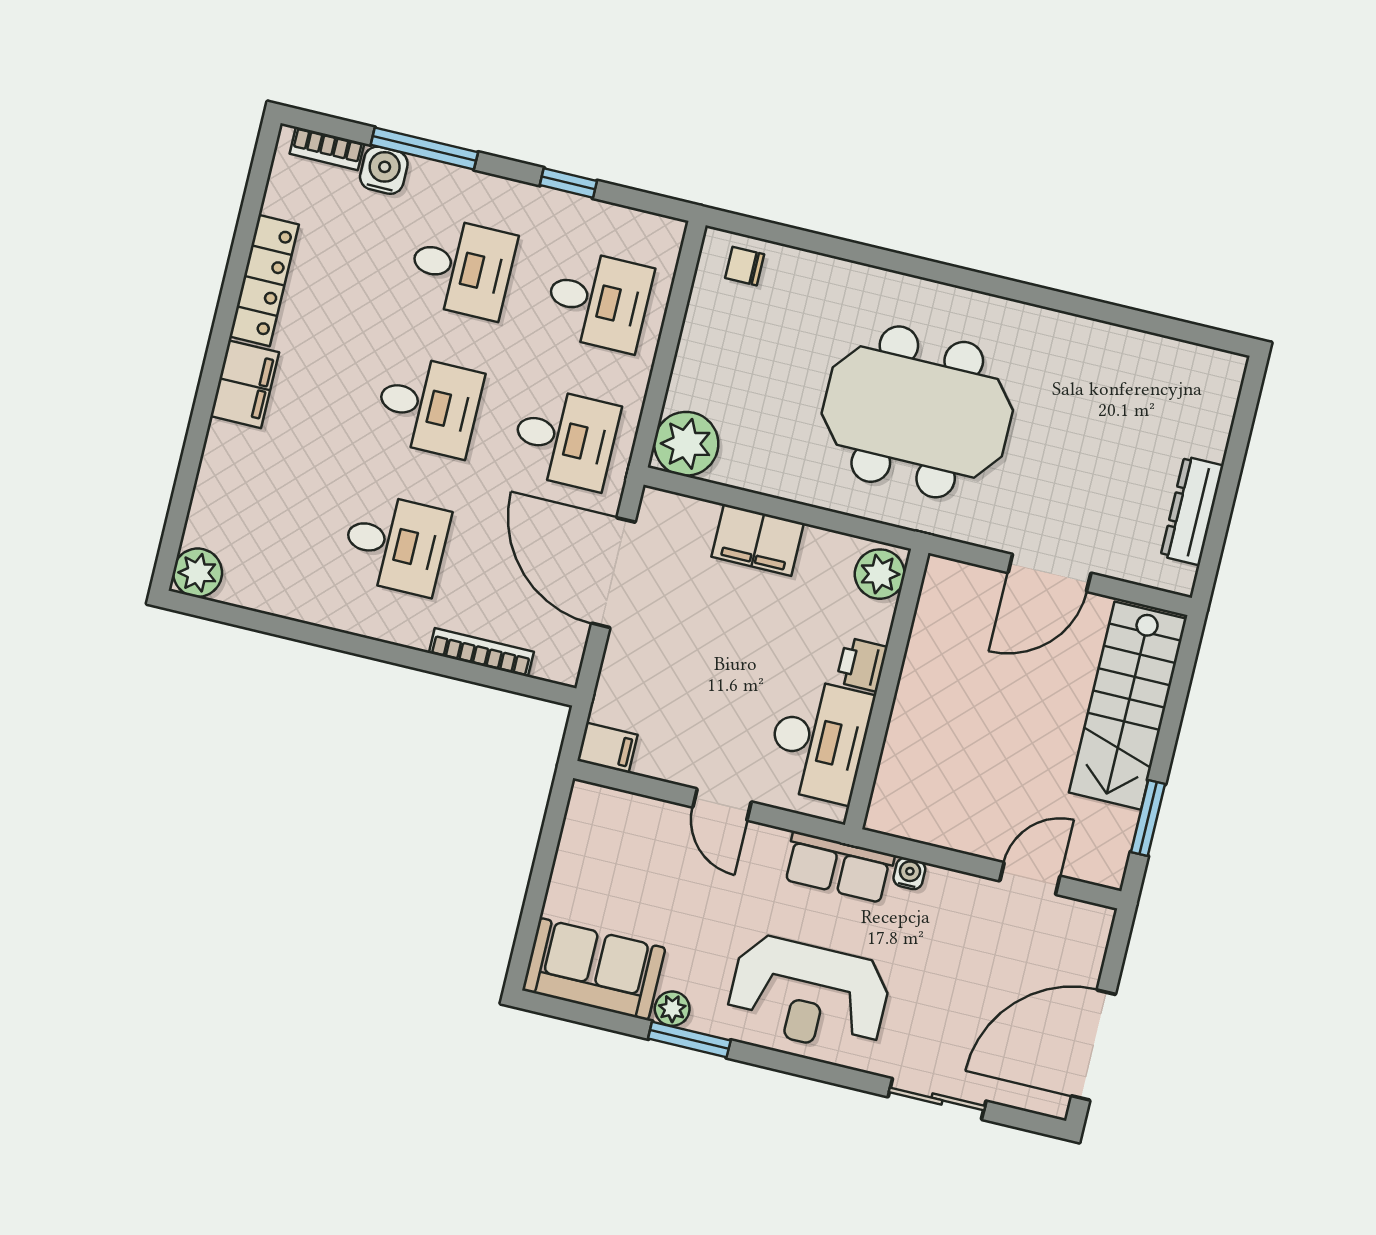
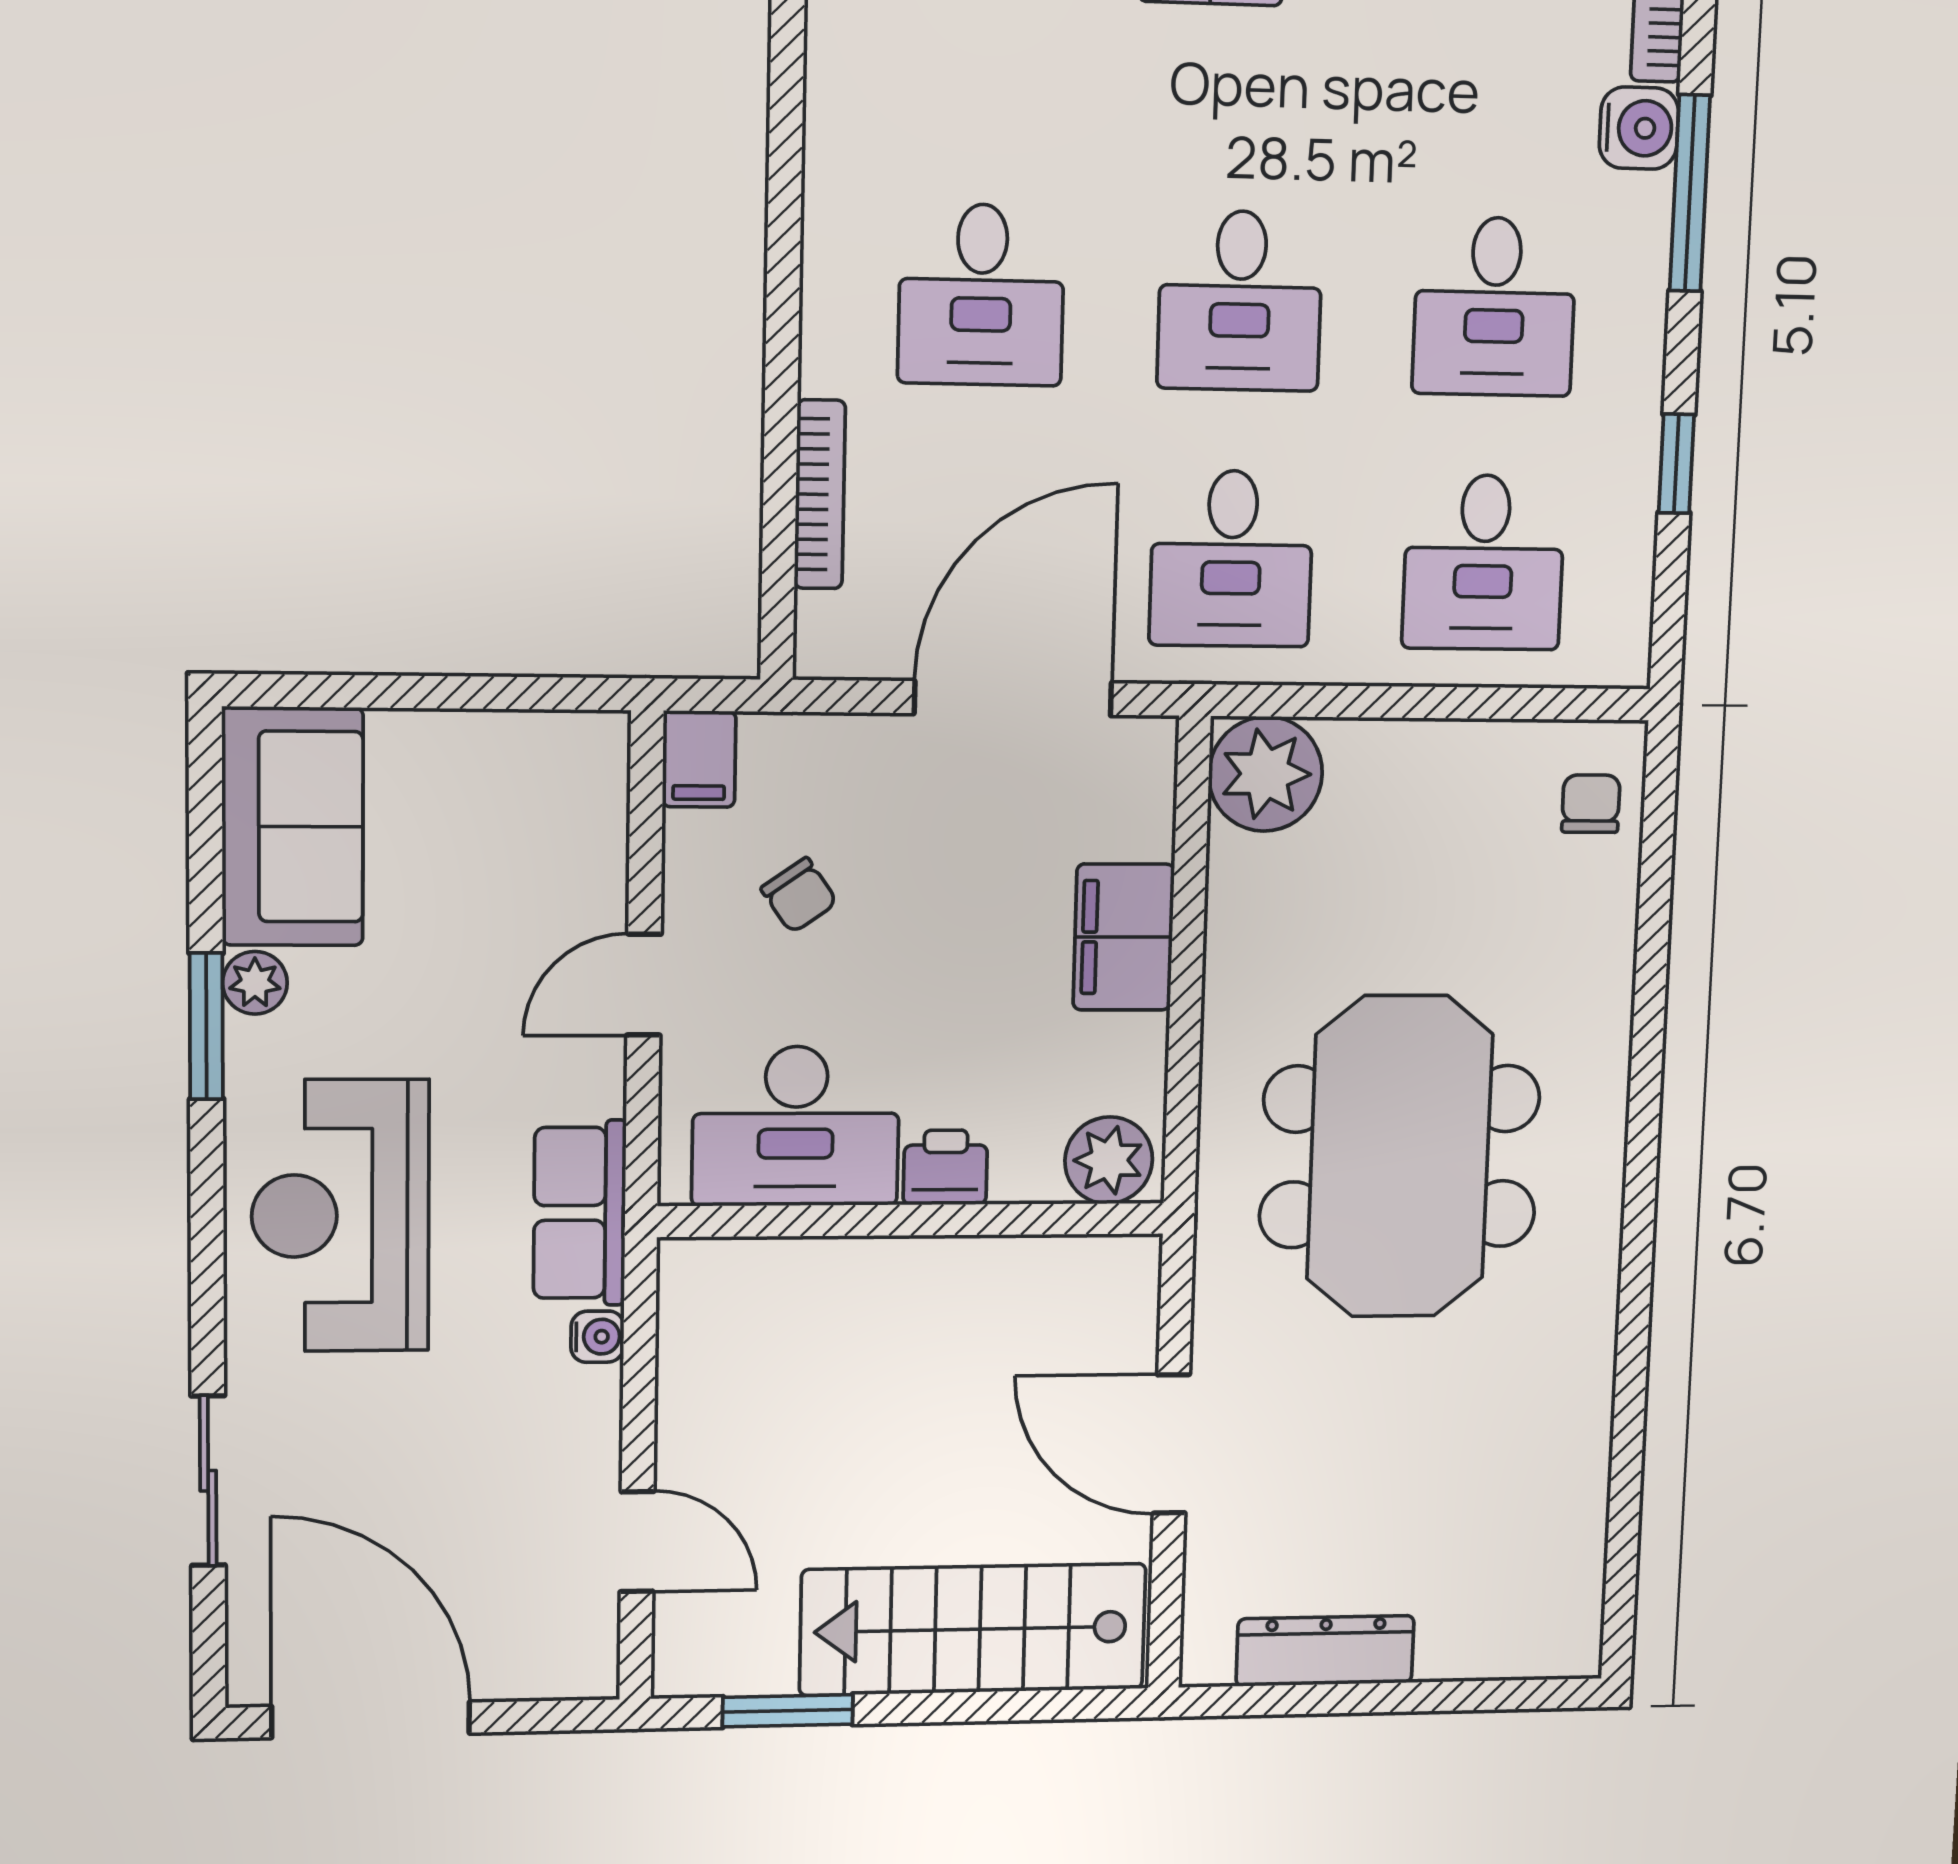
chair: (693, 711) -> (799, 895), added

